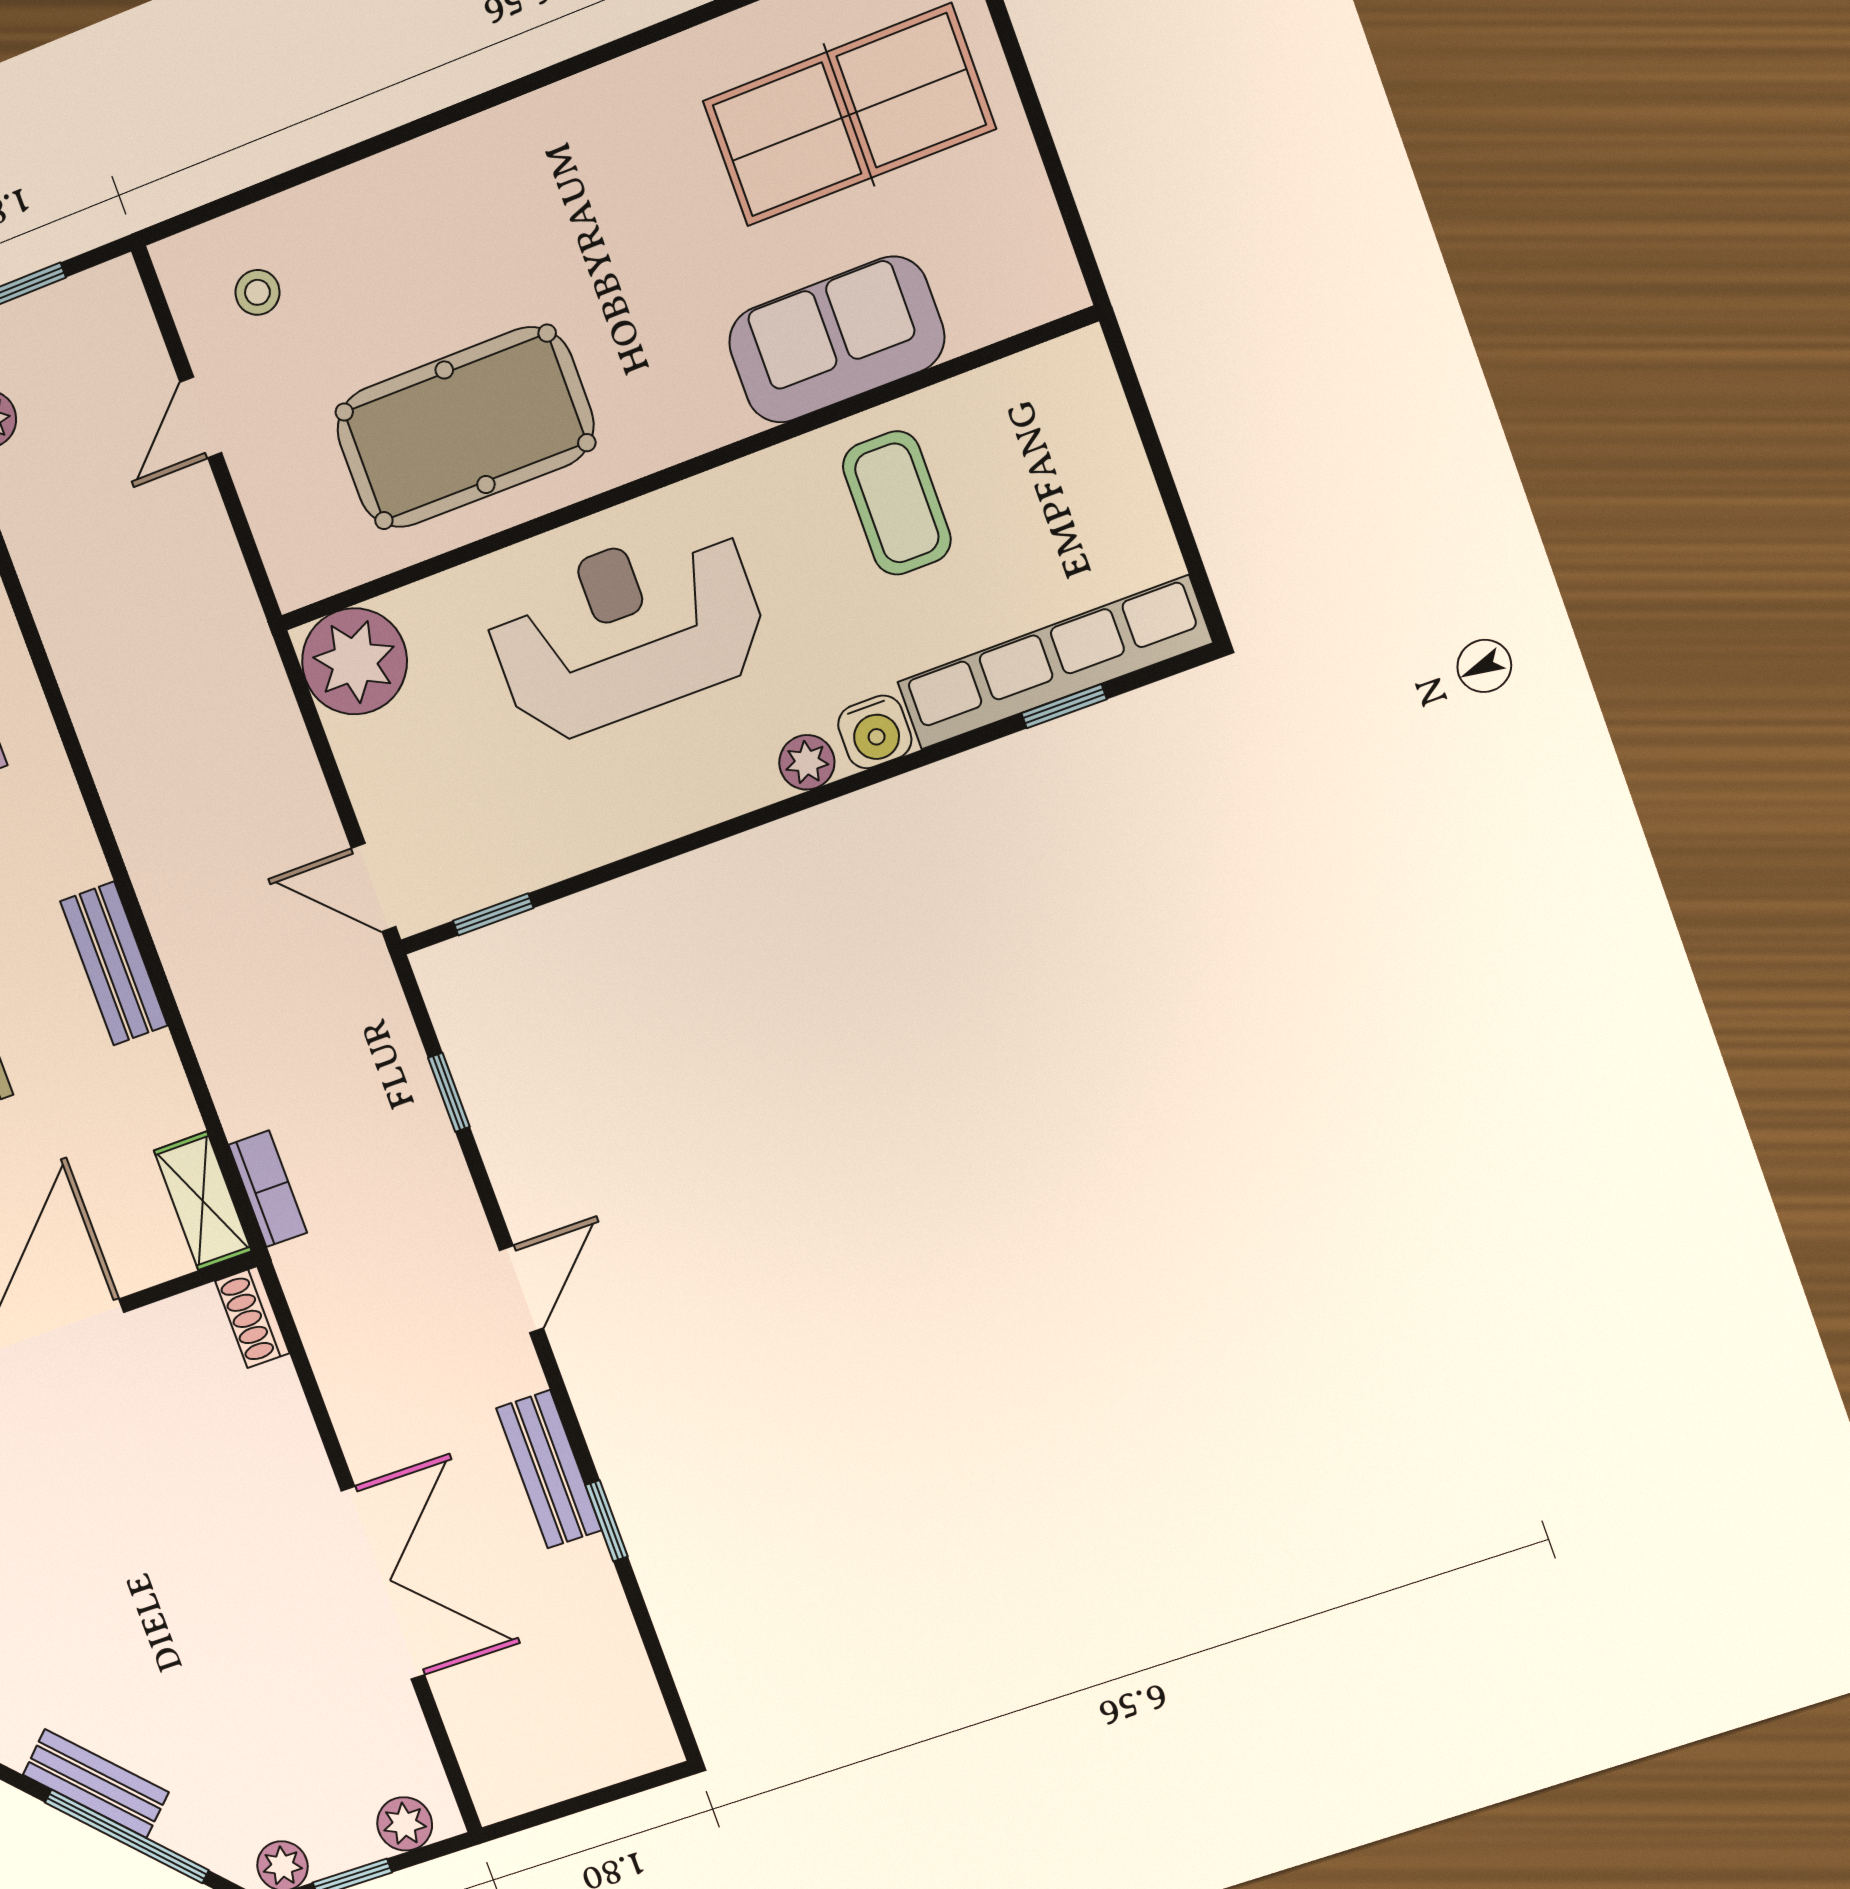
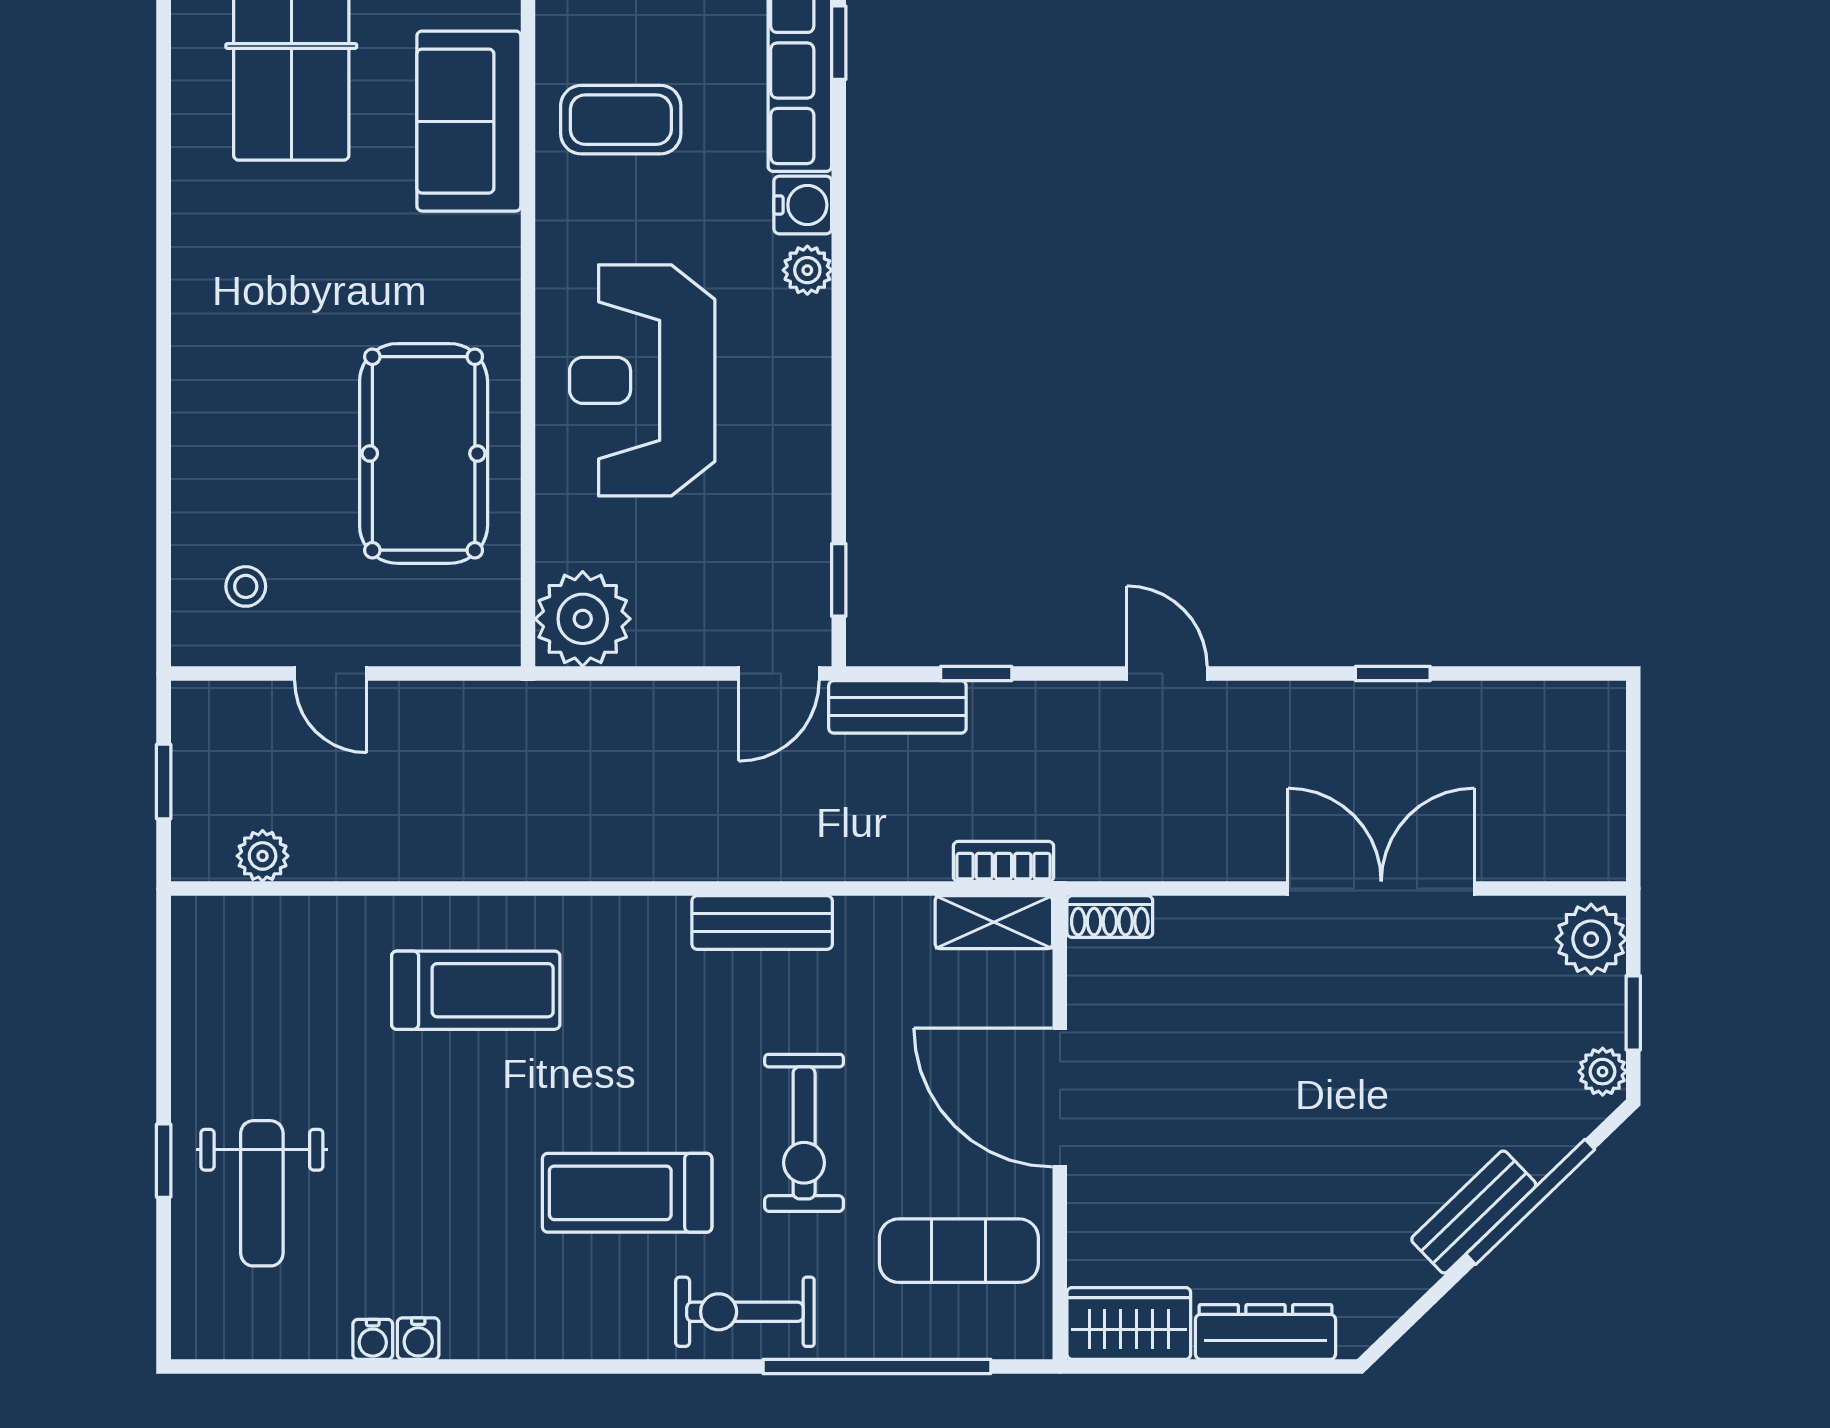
bench: (549, 1469) -> (897, 707), moved
plant: (405, 1824) -> (1591, 939), width x1.38, depth x1.38

